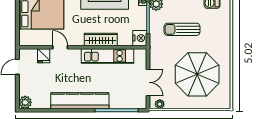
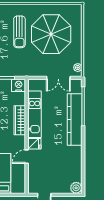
sun lounger: (182, 29) -> (19, 32), moved
fridge: (44, 56) -> (34, 144), moved
double door: (148, 82) -> (58, 78), swing flipped
kitchen counter: (80, 101) -> (75, 120), moved

